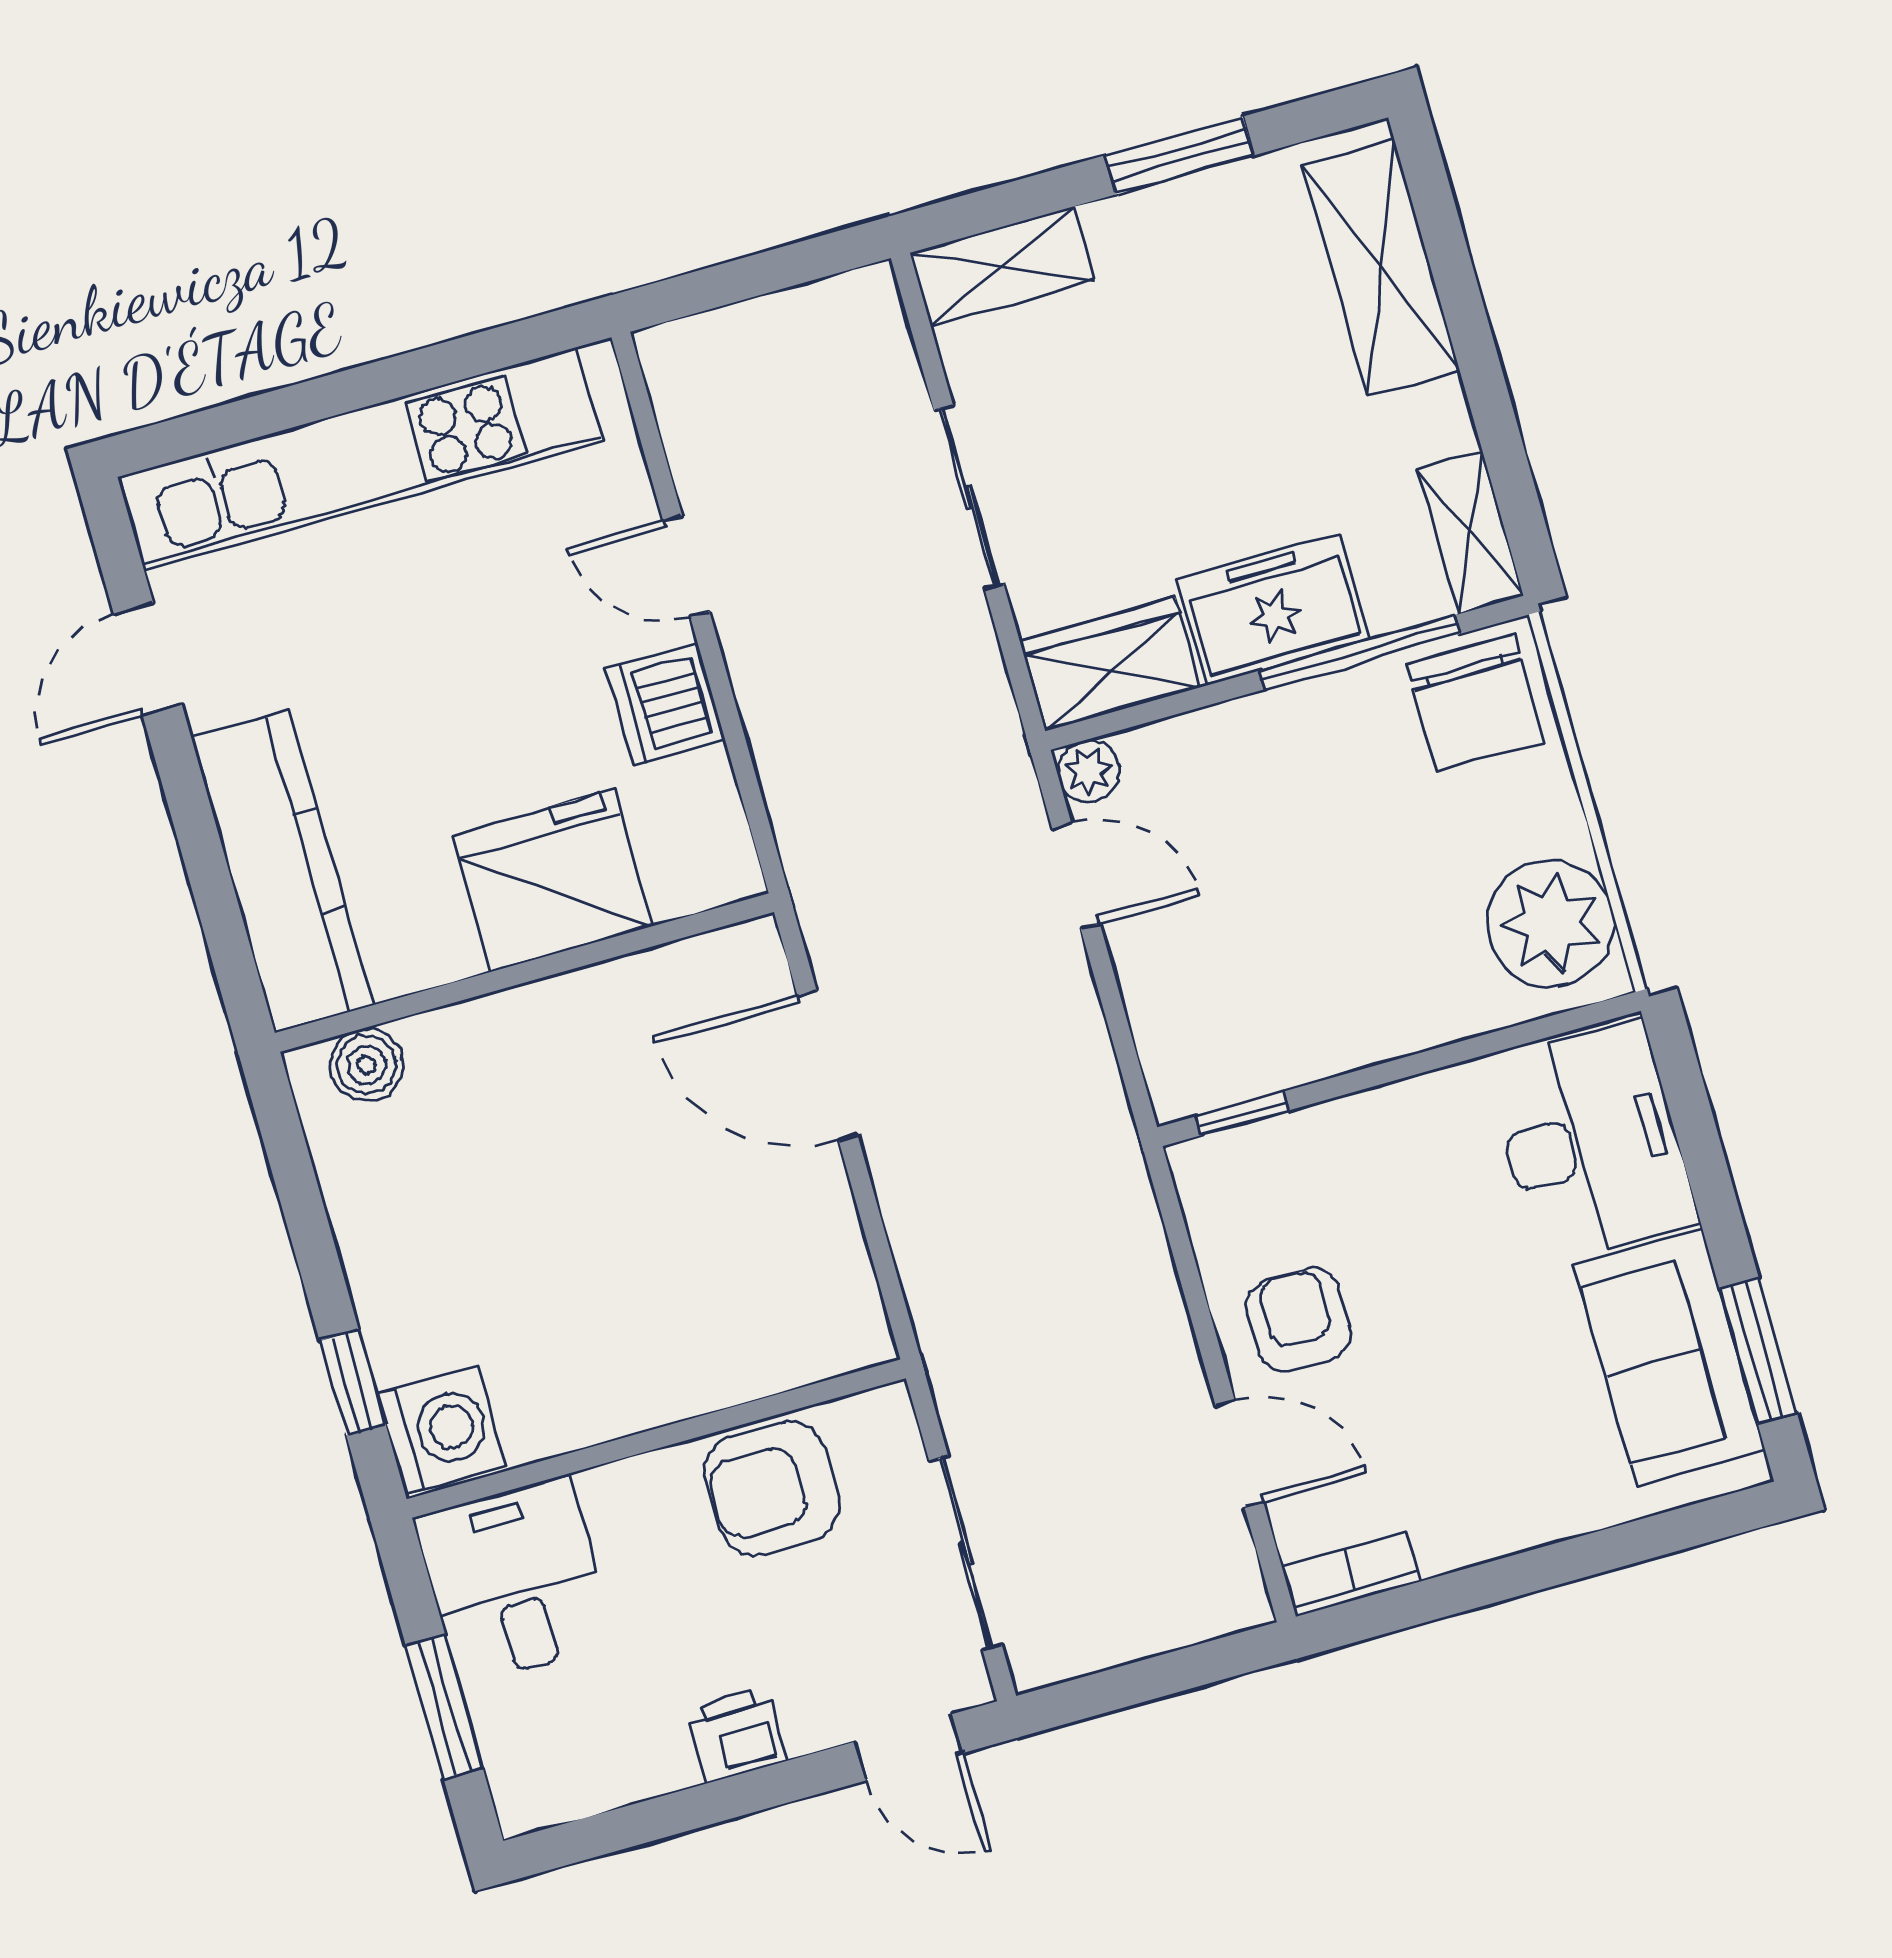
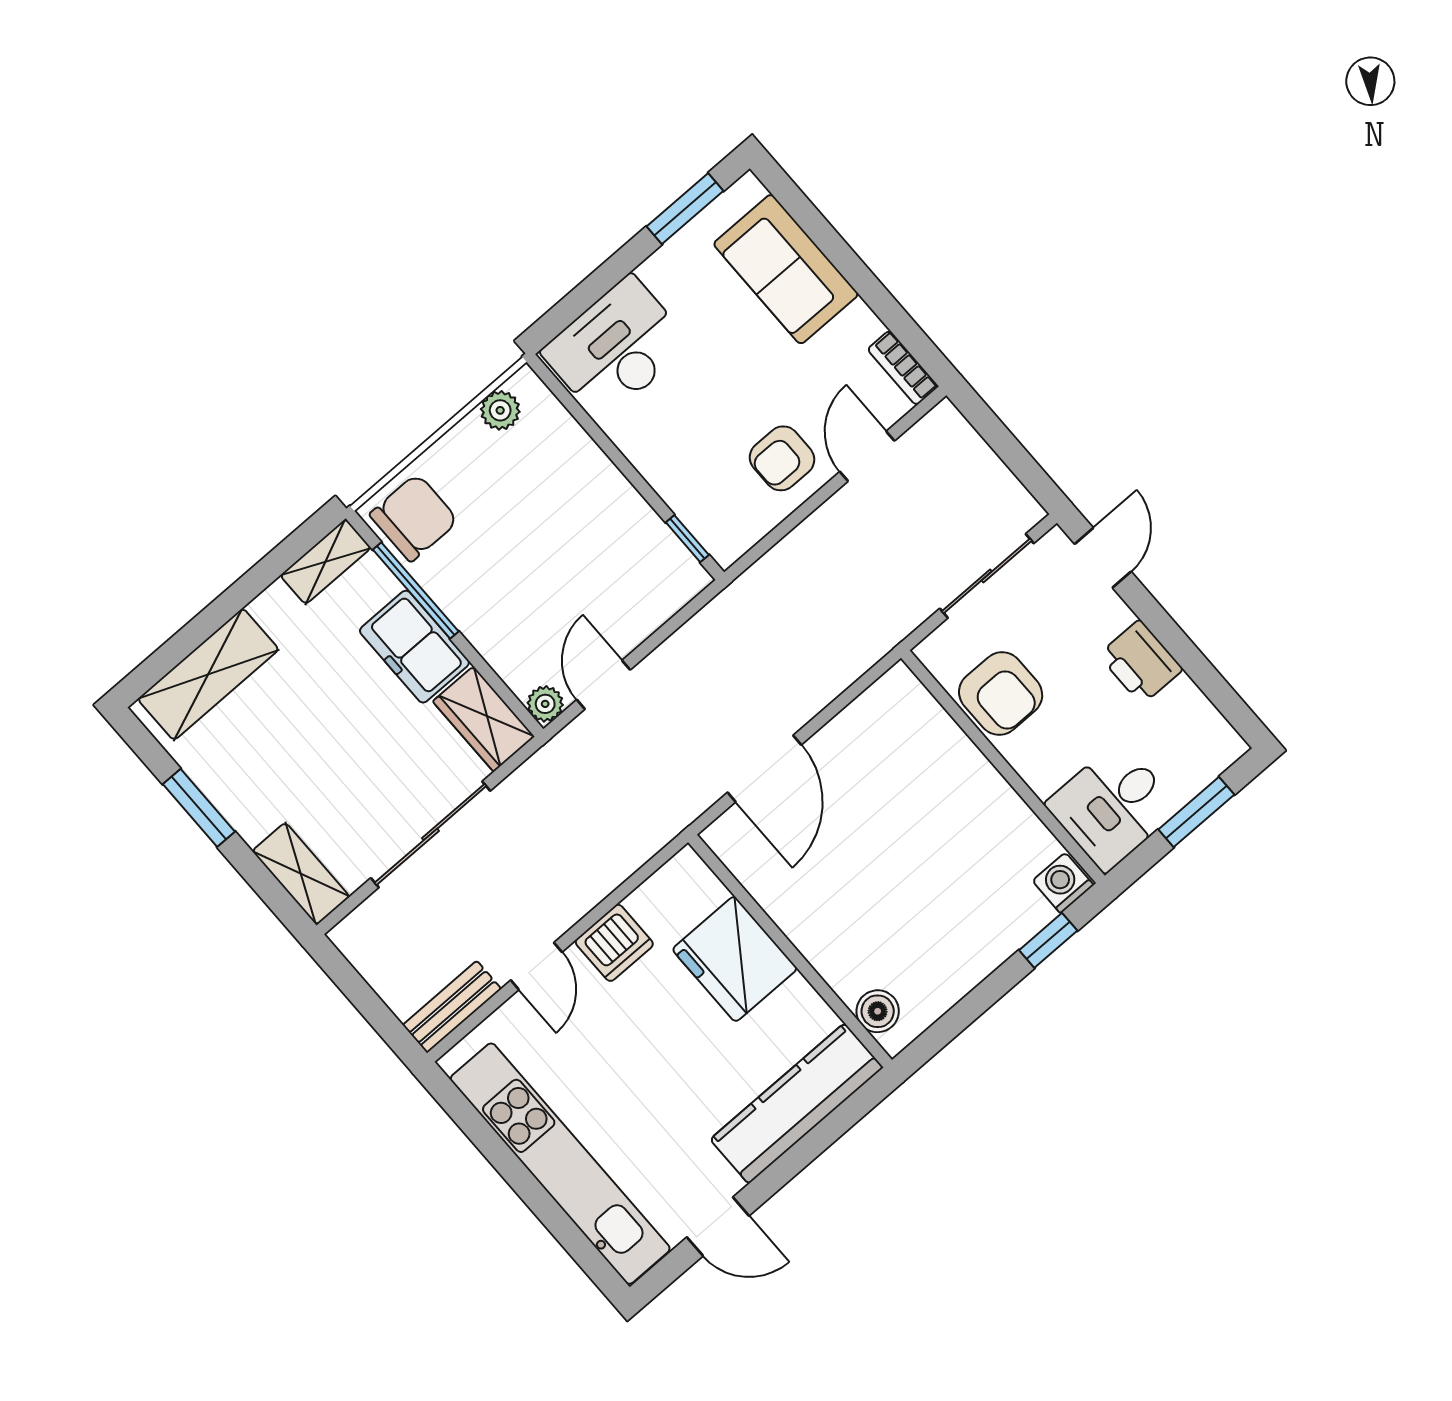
bench: (684, 405) -> (452, 1007), added
sliding door: (969, 497) -> (430, 834), width x1.37
plant: (1550, 923) -> (500, 410), width x0.53, depth x0.53
sofa: (1670, 1358) -> (786, 269), moved, turned 90
washing machine: (441, 1430) -> (1063, 883), width x0.73, depth x0.73
printer: (736, 1735) -> (1141, 662), width x1.36, depth x1.24

